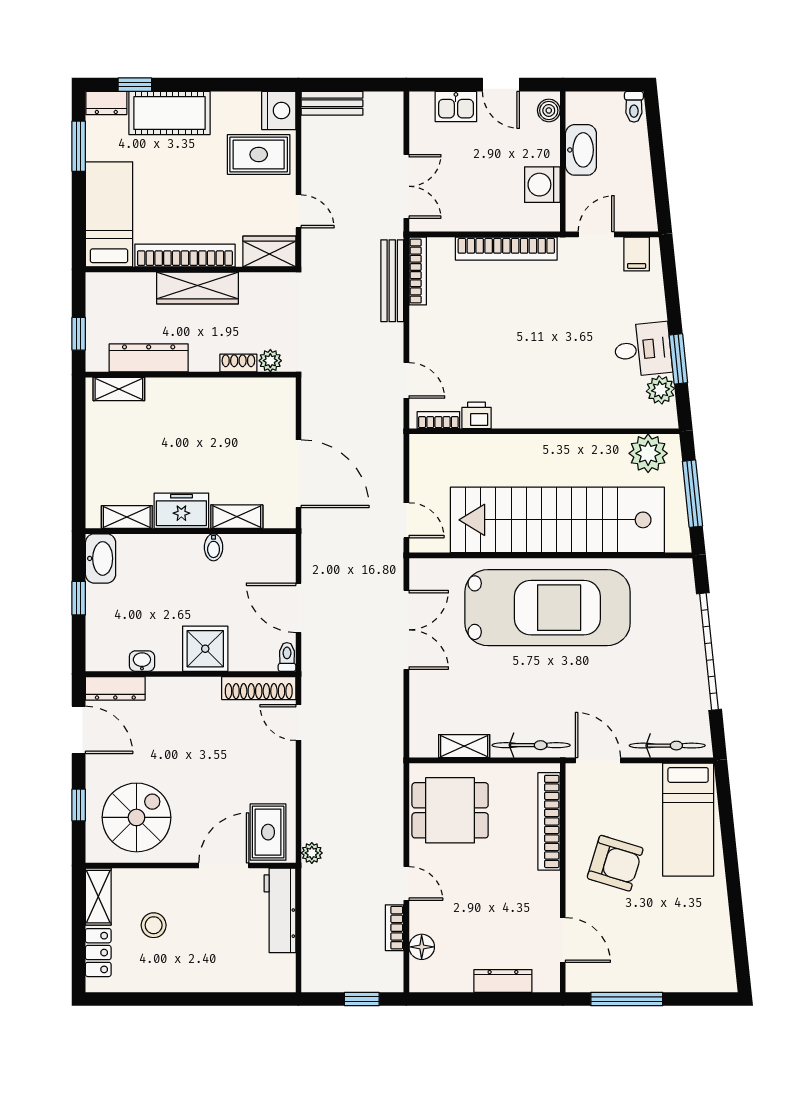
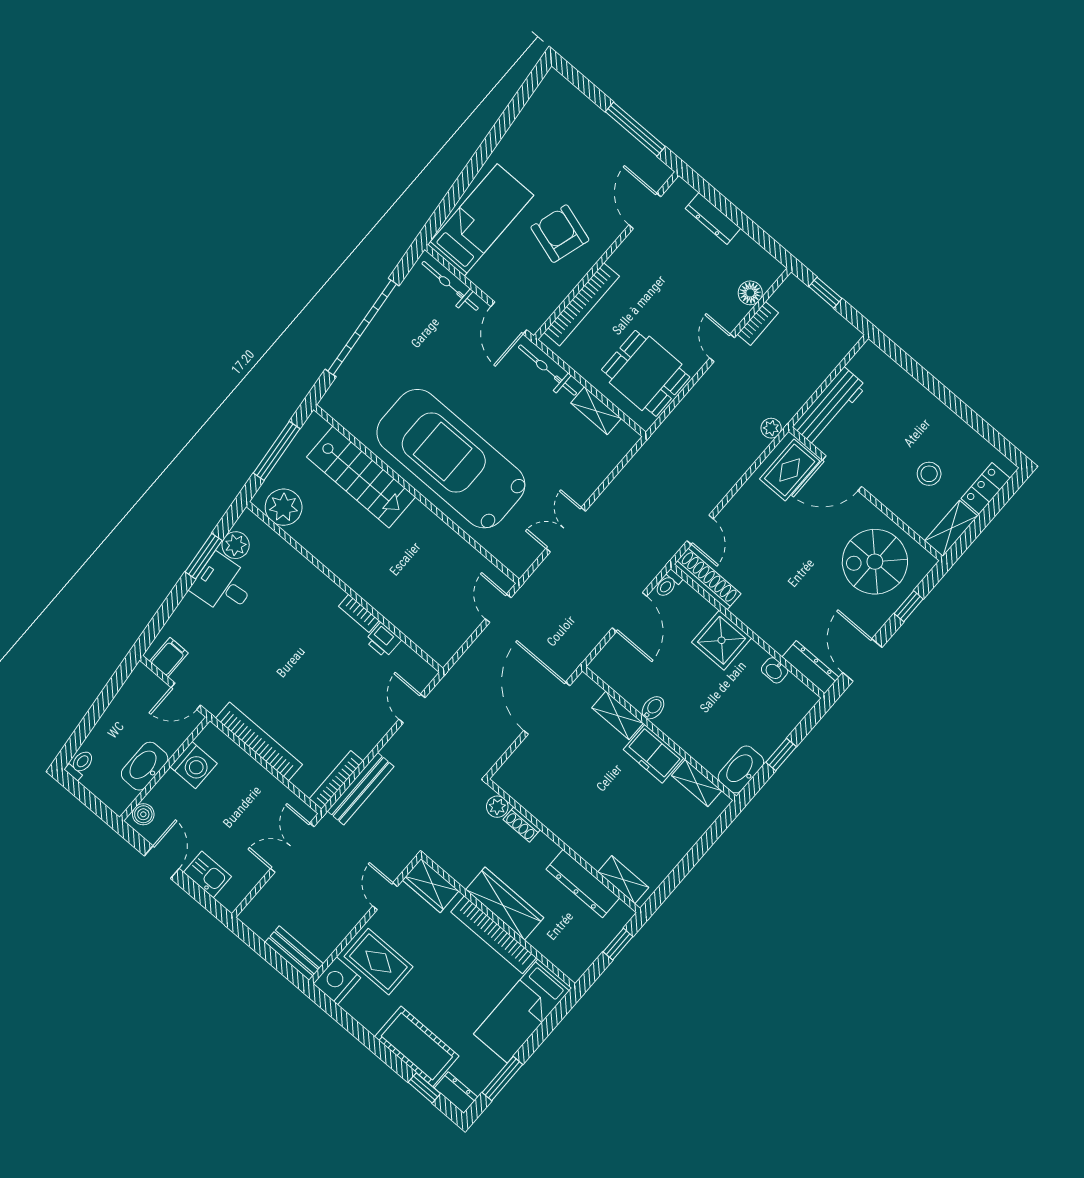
bookcase: (438, 420) -> (359, 613), moved
stairs: (557, 520) -> (361, 477), width x0.54, depth x0.66
double door: (406, 630) -> (566, 530), width x0.73

